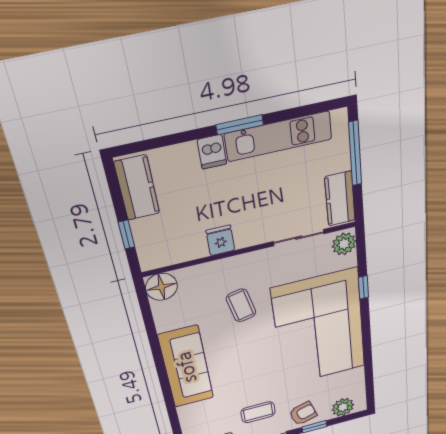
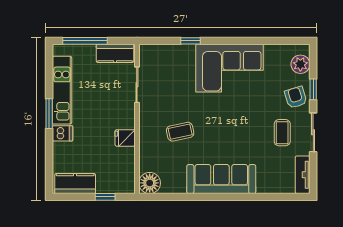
plant: (344, 244) -> (150, 53), removed
corner sofa: (320, 329) -> (229, 68), width x0.73, depth x0.74

